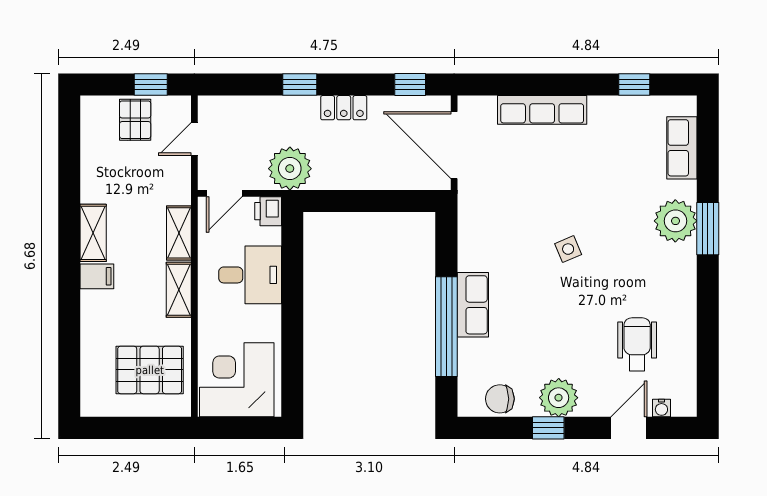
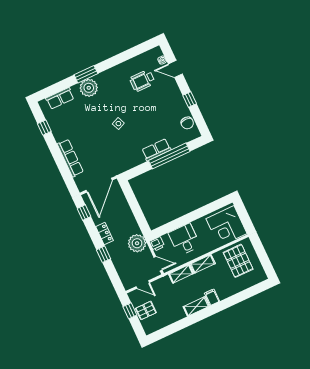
plant: (559, 398) -> (176, 101), removed

